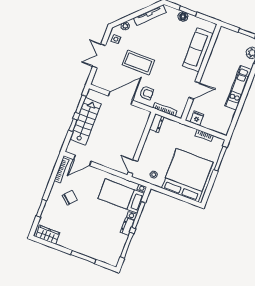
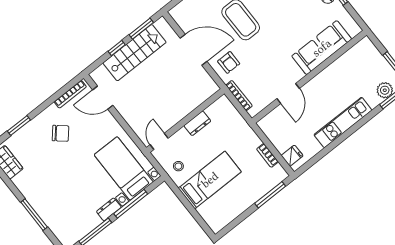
door: (194, 90) -> (288, 93), hinge flipped
fridge: (197, 118) -> (292, 156), moved
dresser: (157, 123) -> (197, 123), moved
bed: (187, 175) -> (210, 180), width x0.49

